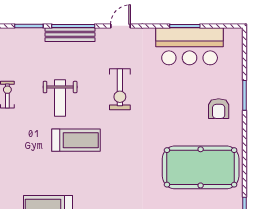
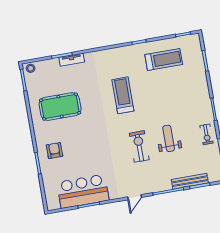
bench: (70, 35) -> (190, 181), moved
exercise bike: (120, 89) -> (139, 146), moved
treadmill: (76, 140) -> (123, 95), moved, turned 90
pool table: (201, 167) -> (60, 107), width x0.73, depth x0.76

